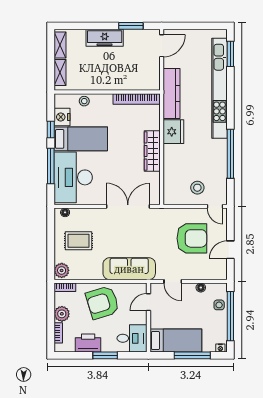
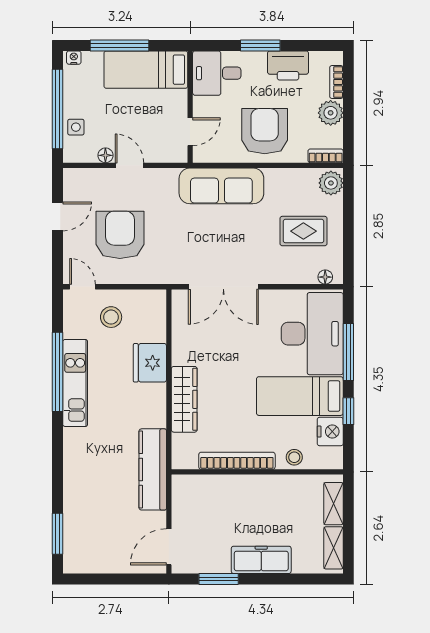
kitchen unit: (219, 88) -> (75, 383), moved, width x0.54
bookcase: (137, 99) -> (237, 461), moved
fridge: (173, 132) -> (150, 363), moved
wardrobe: (152, 151) -> (184, 399), moved
armchair: (192, 238) -> (120, 235), turned 90
door: (173, 281) -> (129, 165), moved
armchair: (102, 303) -> (265, 131), turned -73

